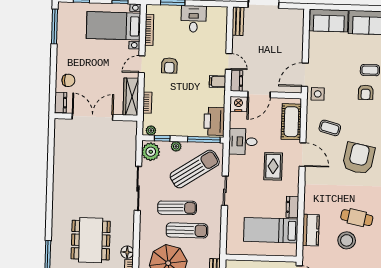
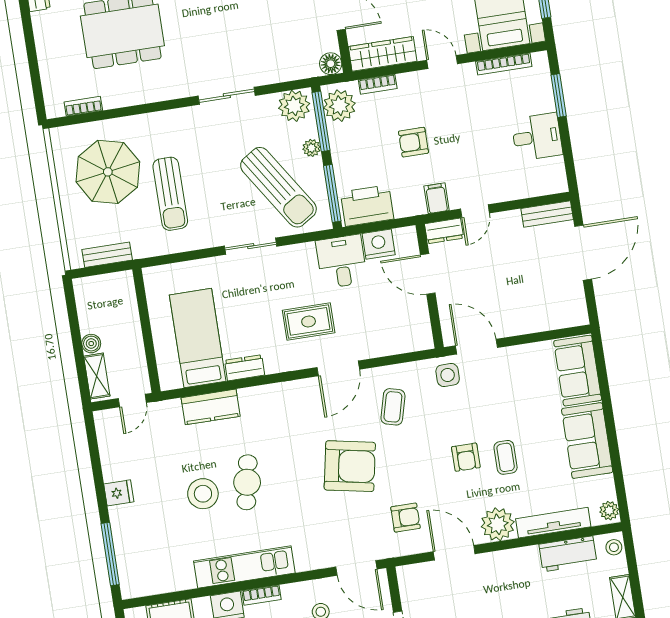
armchair: (169, 66) -> (413, 142), moved
armchair: (366, 92) -> (466, 457), turned -90
nightstand: (238, 104) -> (379, 244), moved, turned -90
cot: (291, 122) -> (391, 338), removed
plant: (151, 130) -> (339, 106), width x1.87, depth x1.87
window: (162, 138) -> (321, 121), width x2.17
sliding door: (138, 188) -> (227, 96), width x0.73
sun lounger: (177, 208) -> (206, 169), removed
stool: (347, 240) -> (203, 494), moved
floor lamp: (127, 252) -> (331, 64), moved

